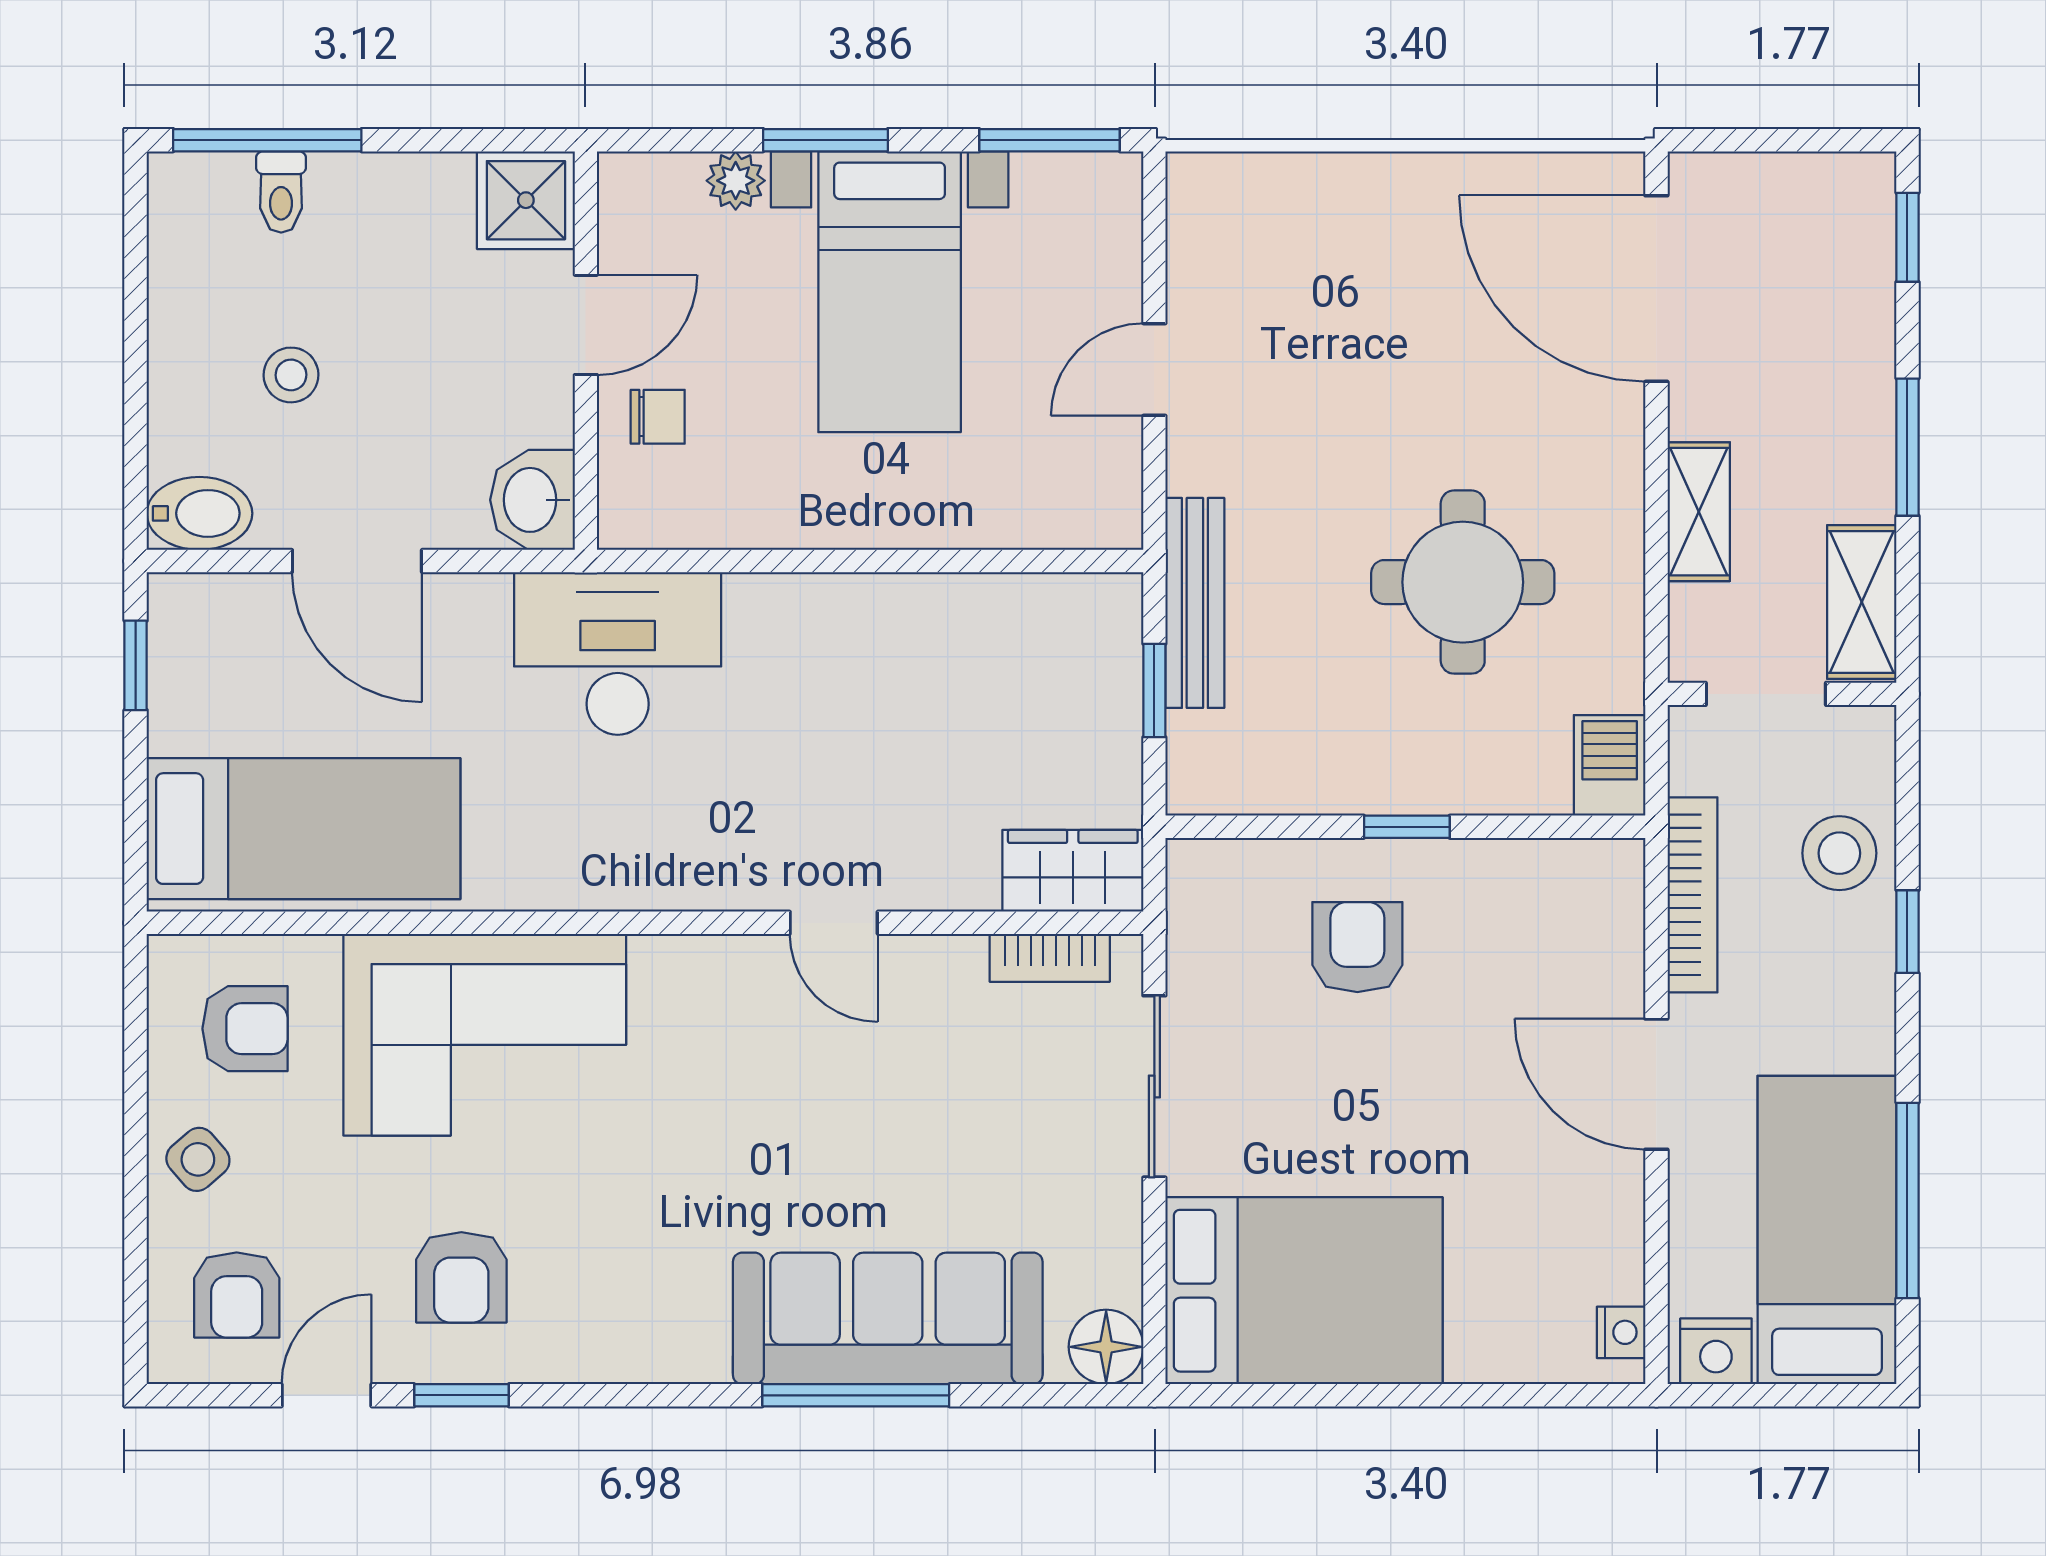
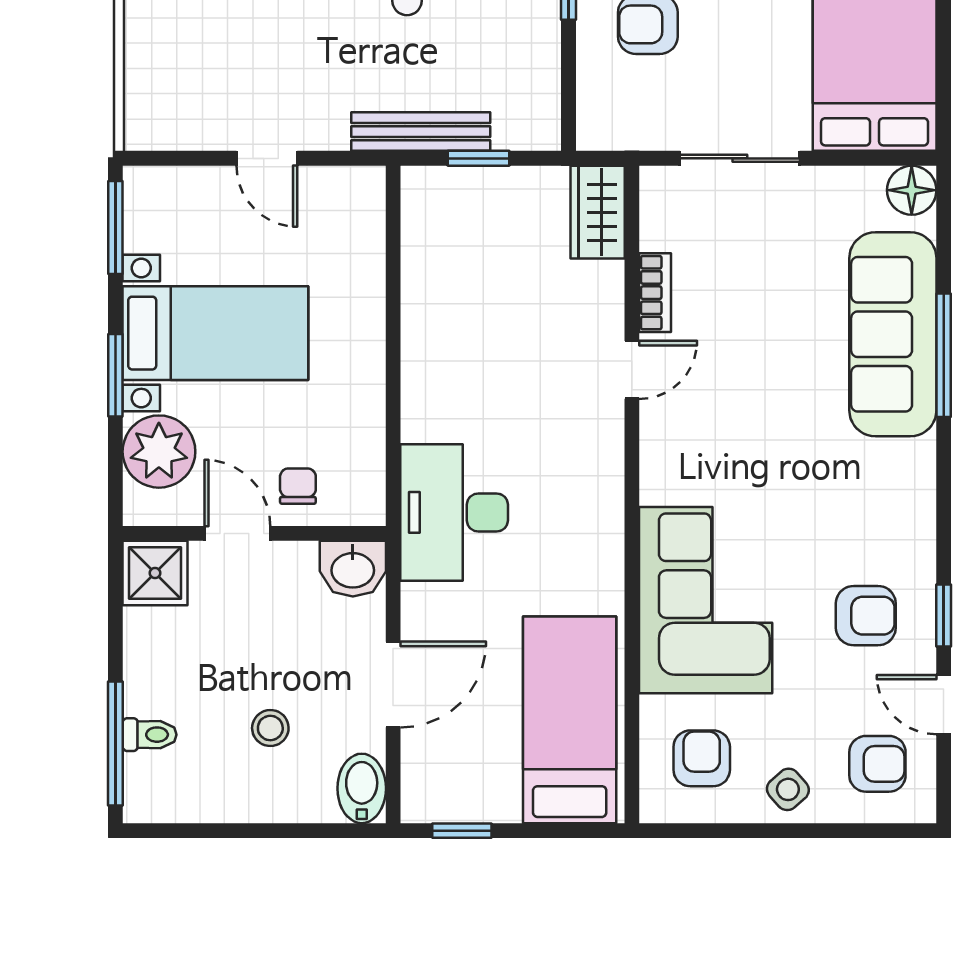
plant: (736, 181) -> (159, 452), width x1.88, depth x1.88
bookcase: (1050, 958) -> (655, 293), moved

